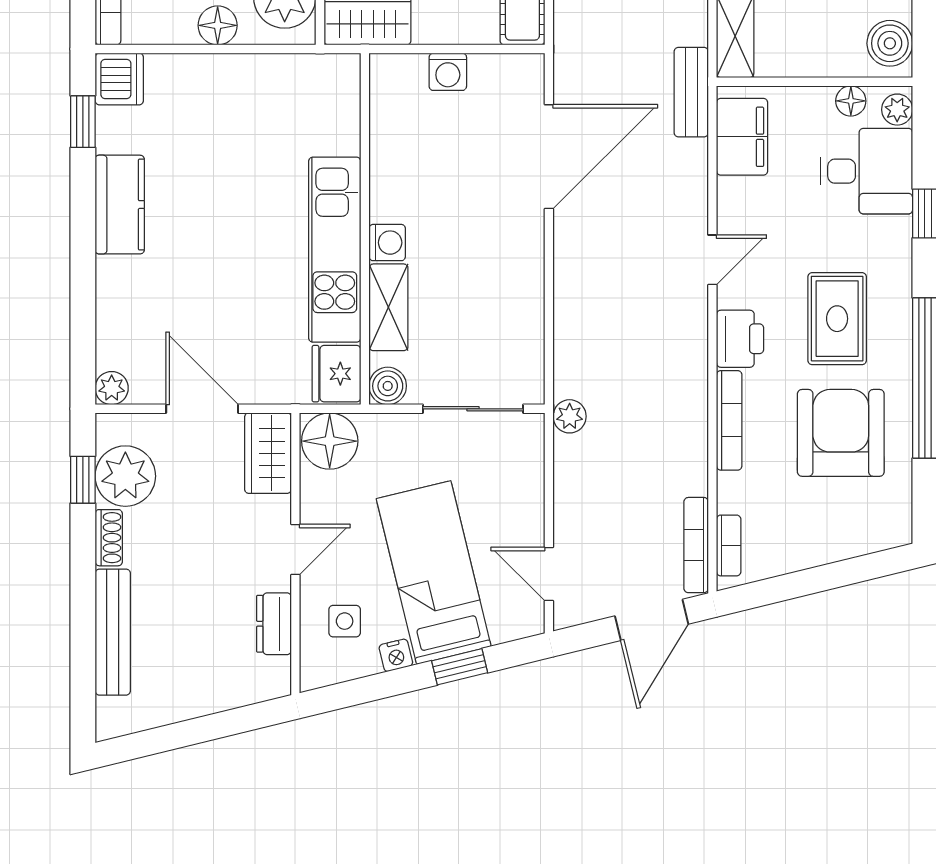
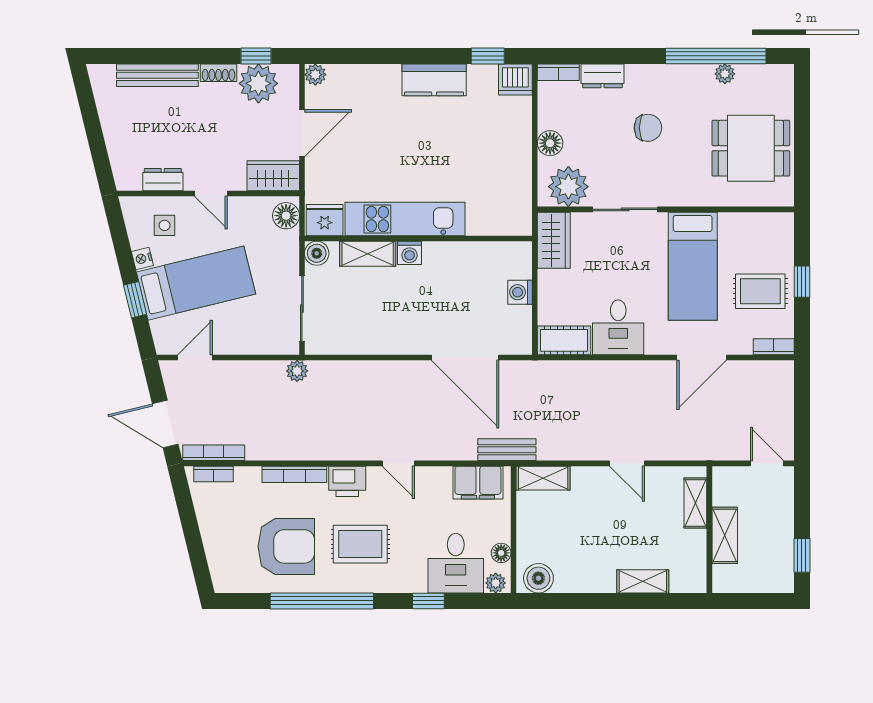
floor lamp: (330, 441) -> (286, 216), width x0.73, depth x0.73

